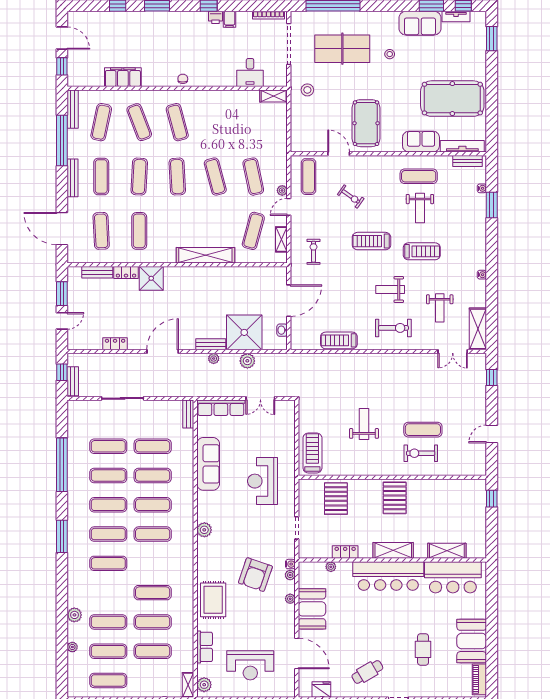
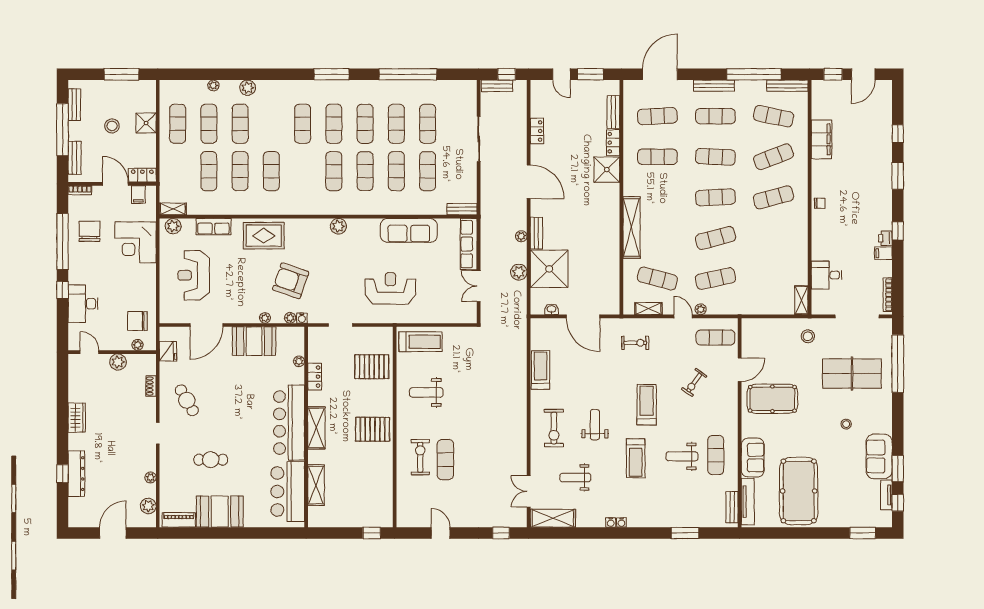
table tennis table: (342, 49) -> (852, 374), turned 90
water cooler: (482, 188) -> (621, 522), moved
weight bench: (364, 424) -> (426, 392), moved, turned 180

